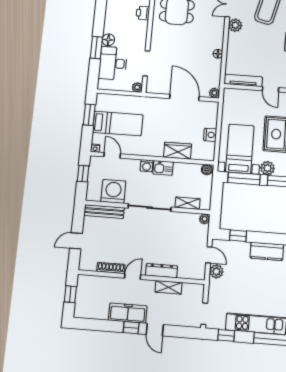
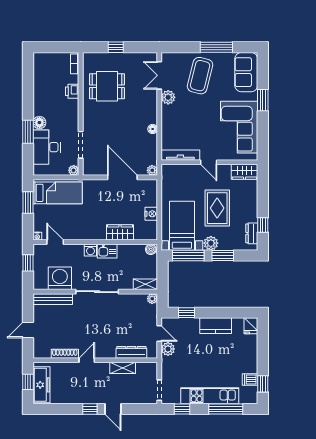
bed: (118, 124) -> (58, 193), moved
shelving: (187, 203) -> (145, 284), moved
dresser: (161, 271) -> (131, 352), moved
freezer: (128, 313) -> (41, 385), moved, turned 90

